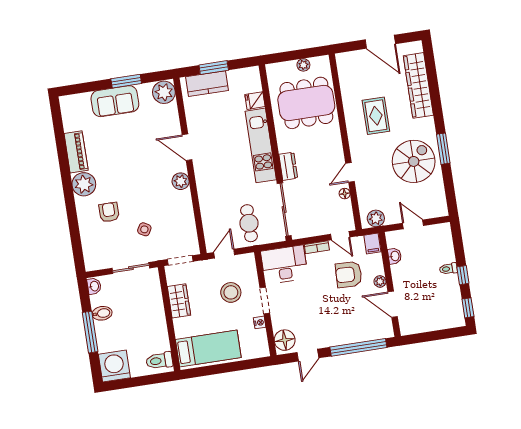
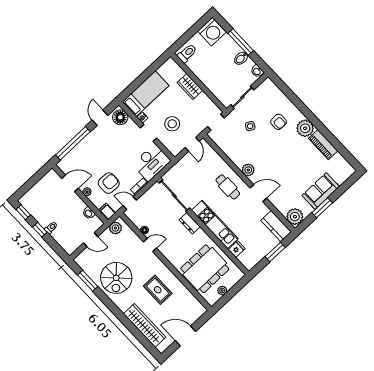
kitchen counter: (207, 84) -> (276, 226), moved, turned -90
window: (443, 149) -> (88, 281), moved
door: (350, 172) -> (150, 245), hinge flipped
cafe table: (249, 223) -> (228, 187), moved
wardrobe: (179, 301) -> (190, 87), moved
bed: (208, 348) -> (146, 94), moved, turned 180

